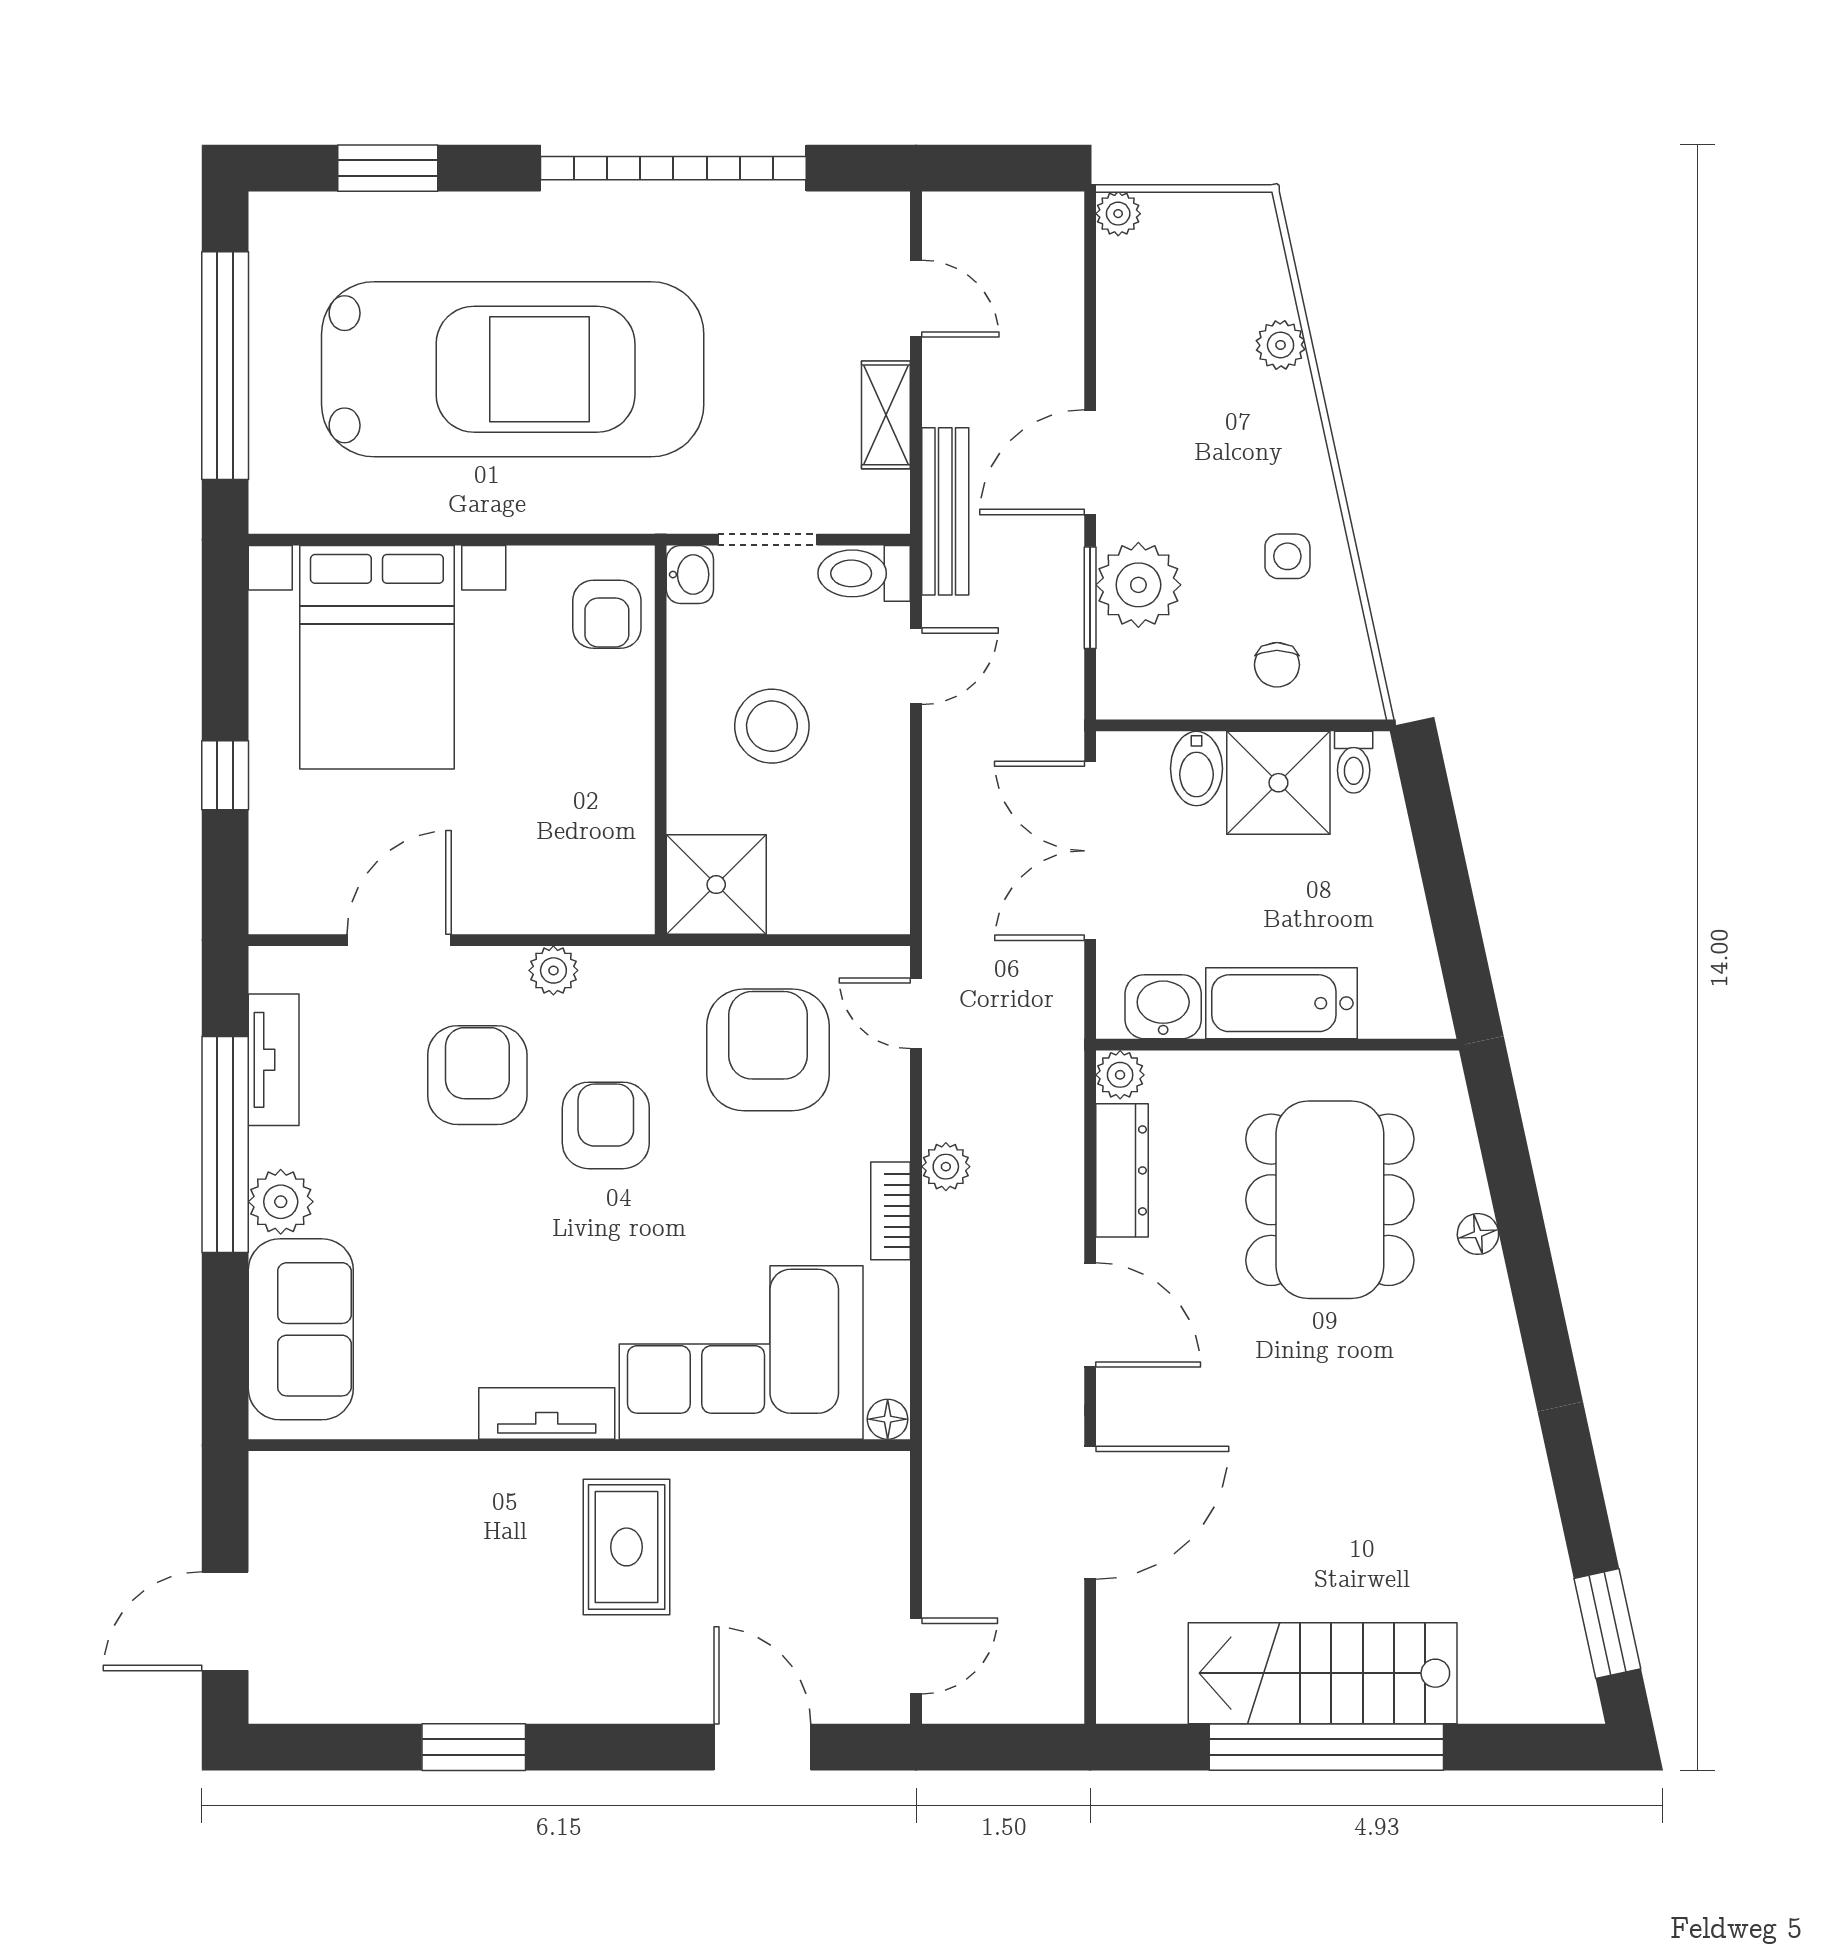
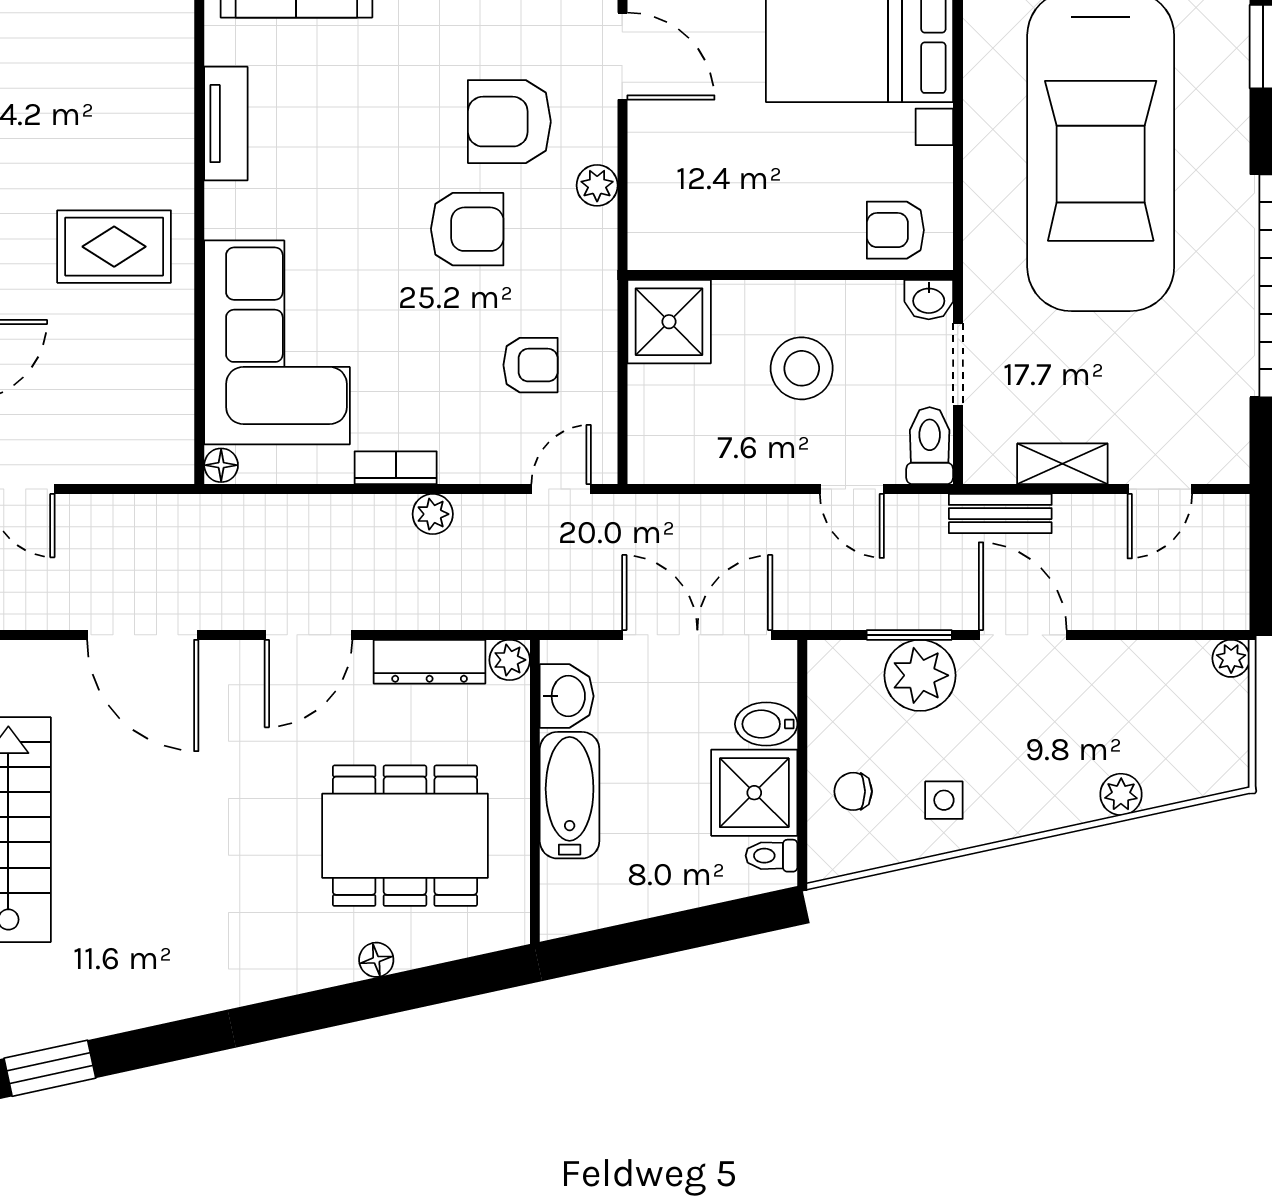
bench: (945, 511) -> (1000, 514), width x0.73
armchair: (768, 1050) -> (530, 365), width x0.53, depth x0.53
armchair: (477, 1075) -> (509, 122), turned 180
tv unit: (547, 1413) -> (226, 124), moved

